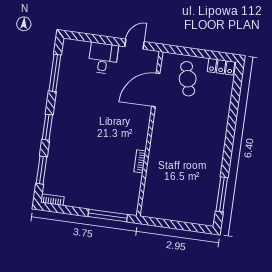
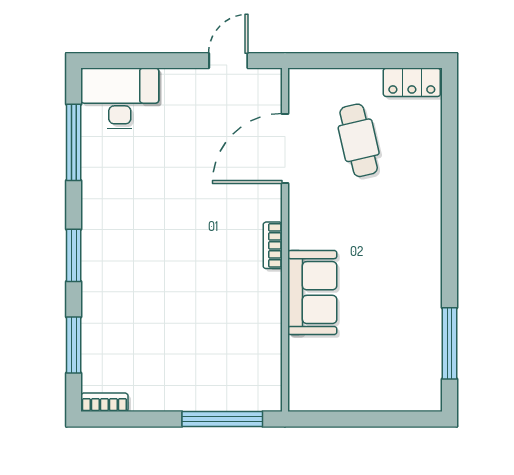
desk: (103, 58) -> (120, 98), moved, width x1.37
cafe table: (188, 79) -> (359, 140), moved
bookcase: (140, 161) -> (273, 245), moved
sofa: (159, 161) -> (312, 293), added

